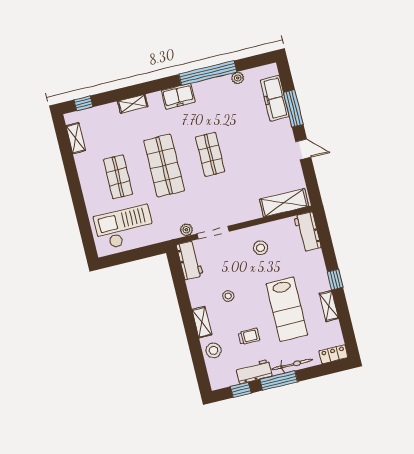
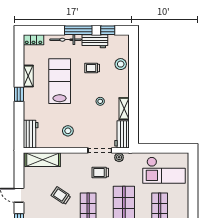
trolley: (249, 162) -> (61, 196), added
trolley: (206, 204) -> (100, 173), added
shelving: (202, 322) -> (124, 109), moved

